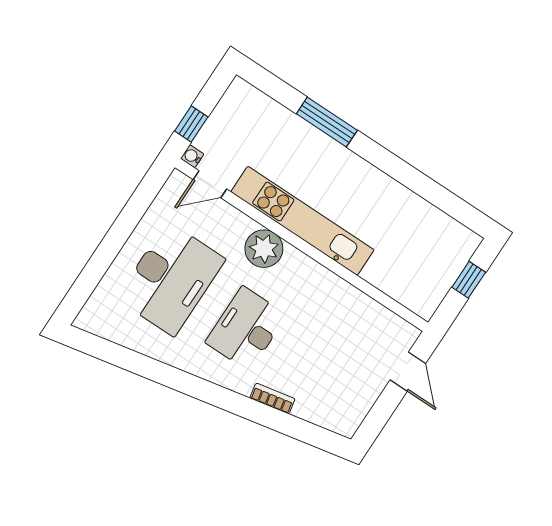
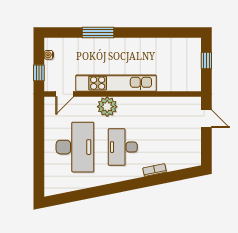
water cooler: (192, 156) -> (49, 55), moved

